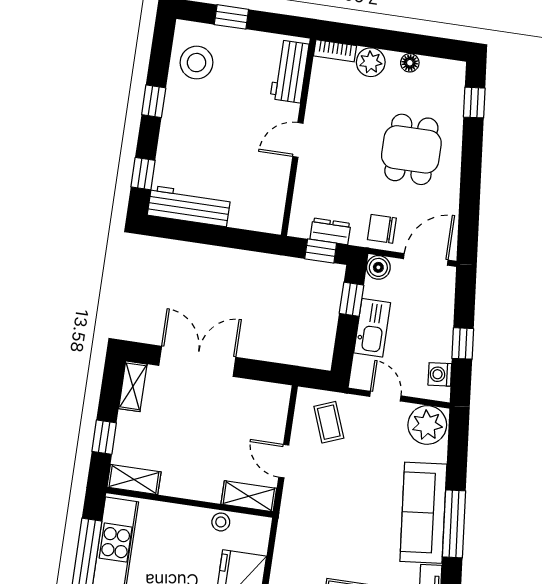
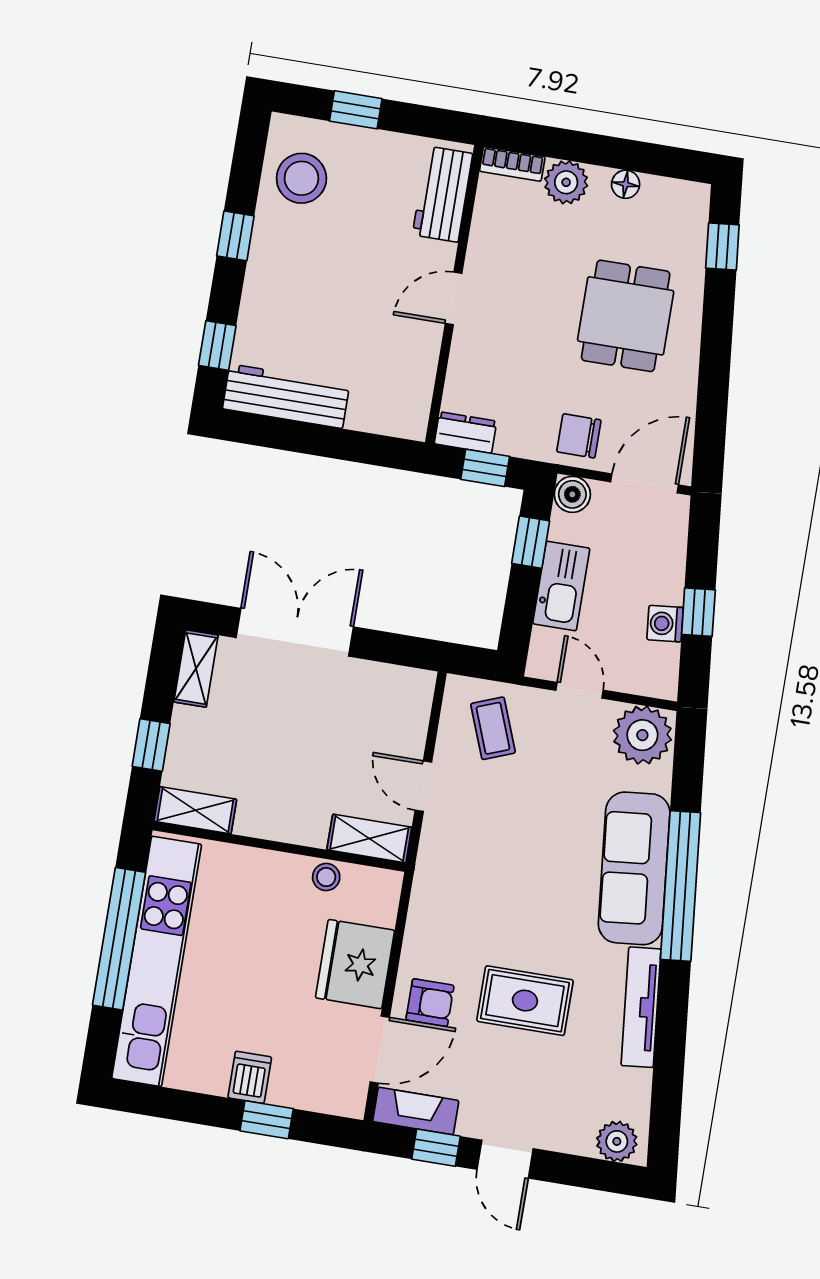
dresser: (330, 231) -> (466, 432), moved
washing machine: (440, 374) -> (665, 624), moved
window: (454, 524) -> (680, 886), width x1.46

